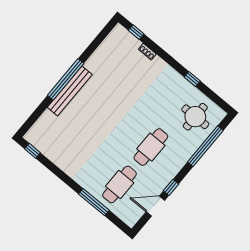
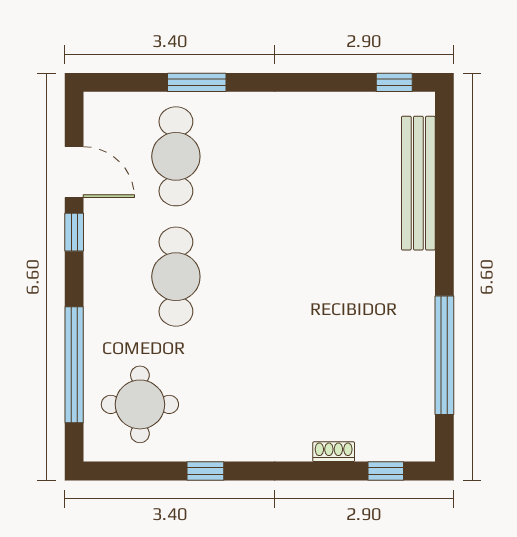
window: (66, 79) -> (444, 355), moved
bench: (70, 91) -> (418, 183), moved
window: (94, 202) -> (197, 82), width x0.69
door: (155, 206) -> (74, 172), hinge flipped

